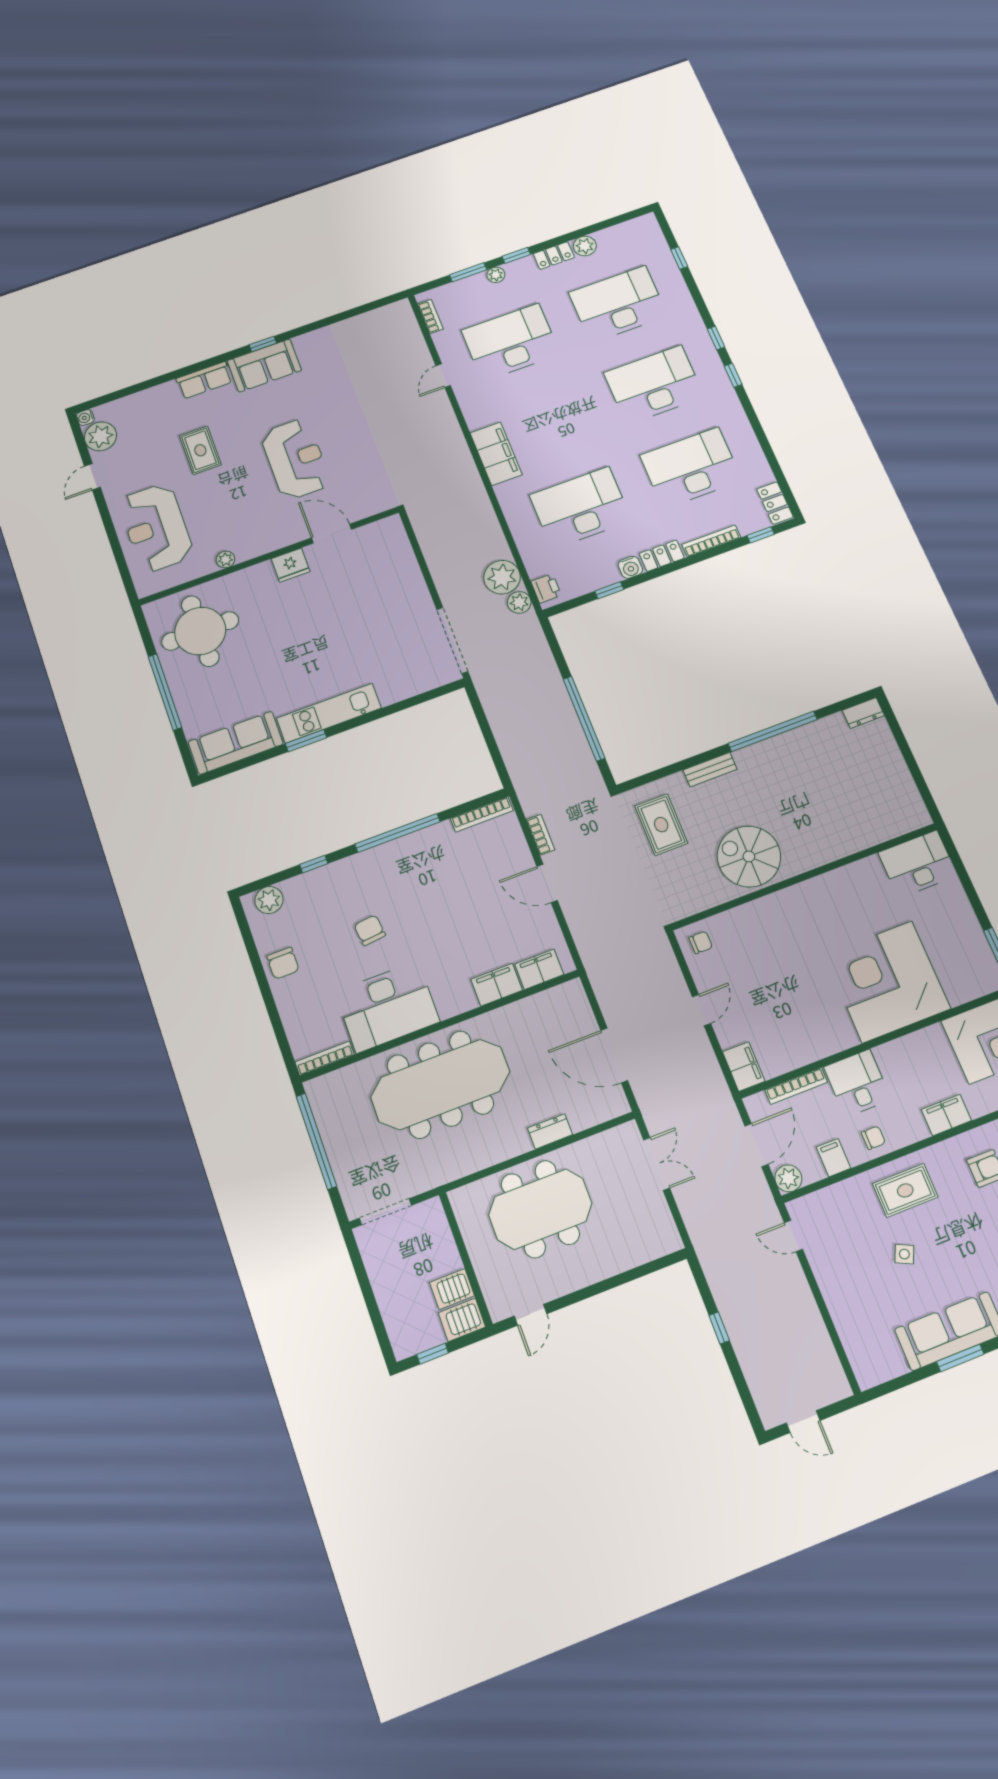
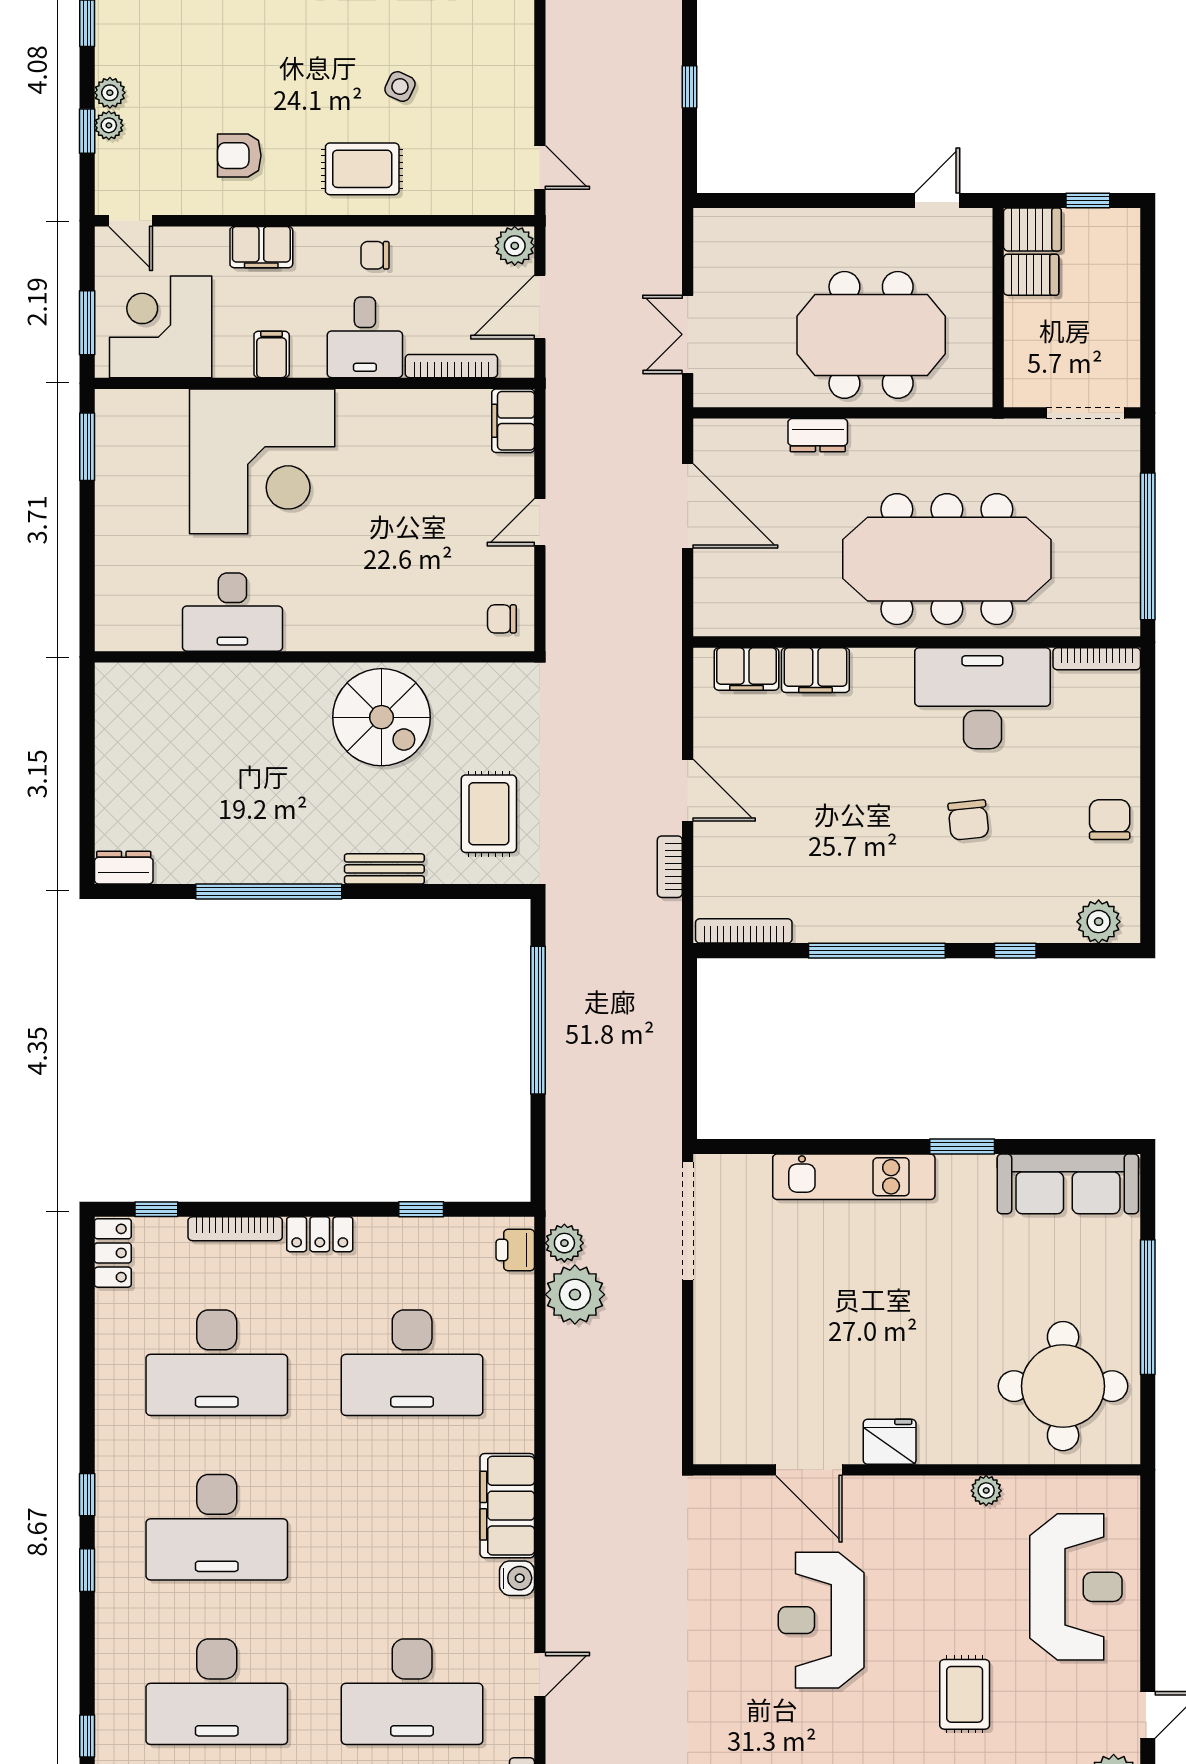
water cooler: (630, 567) -> (517, 1578), moved, turned 90
kitchen unit: (329, 713) -> (854, 1177), moved
desk: (918, 864) -> (232, 612), moved
filing cabinet: (833, 1158) -> (272, 354), moved, turned 180

